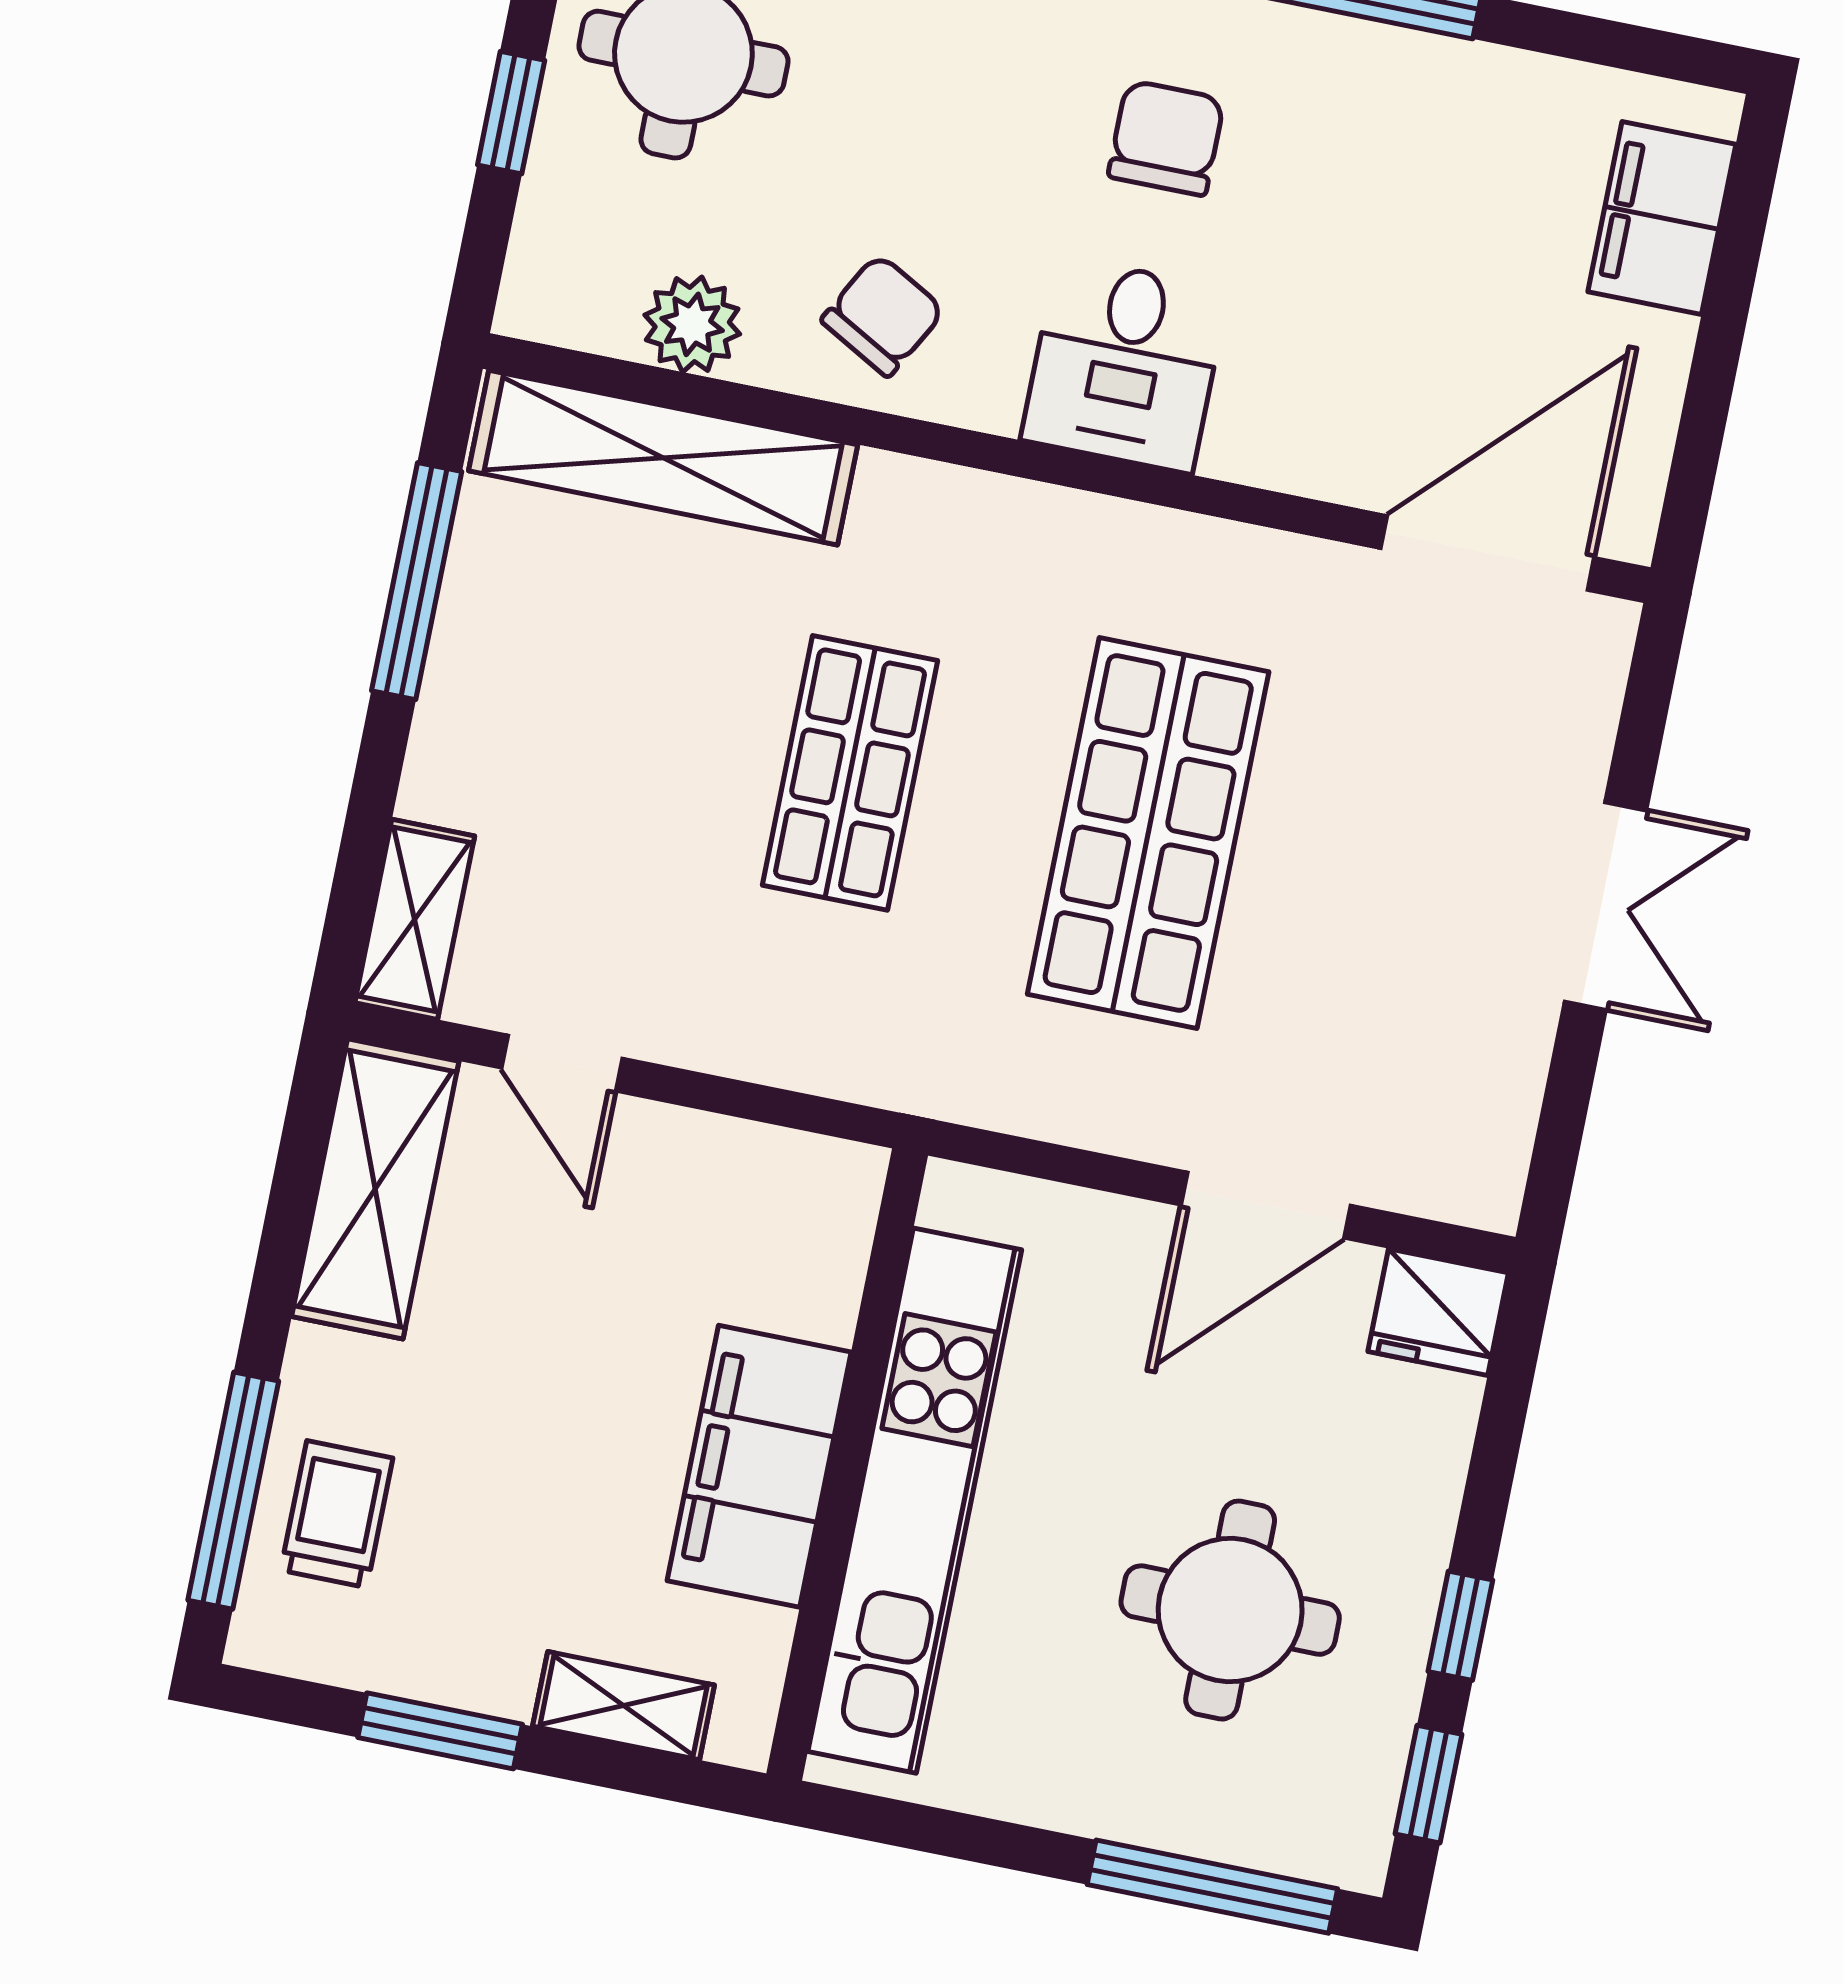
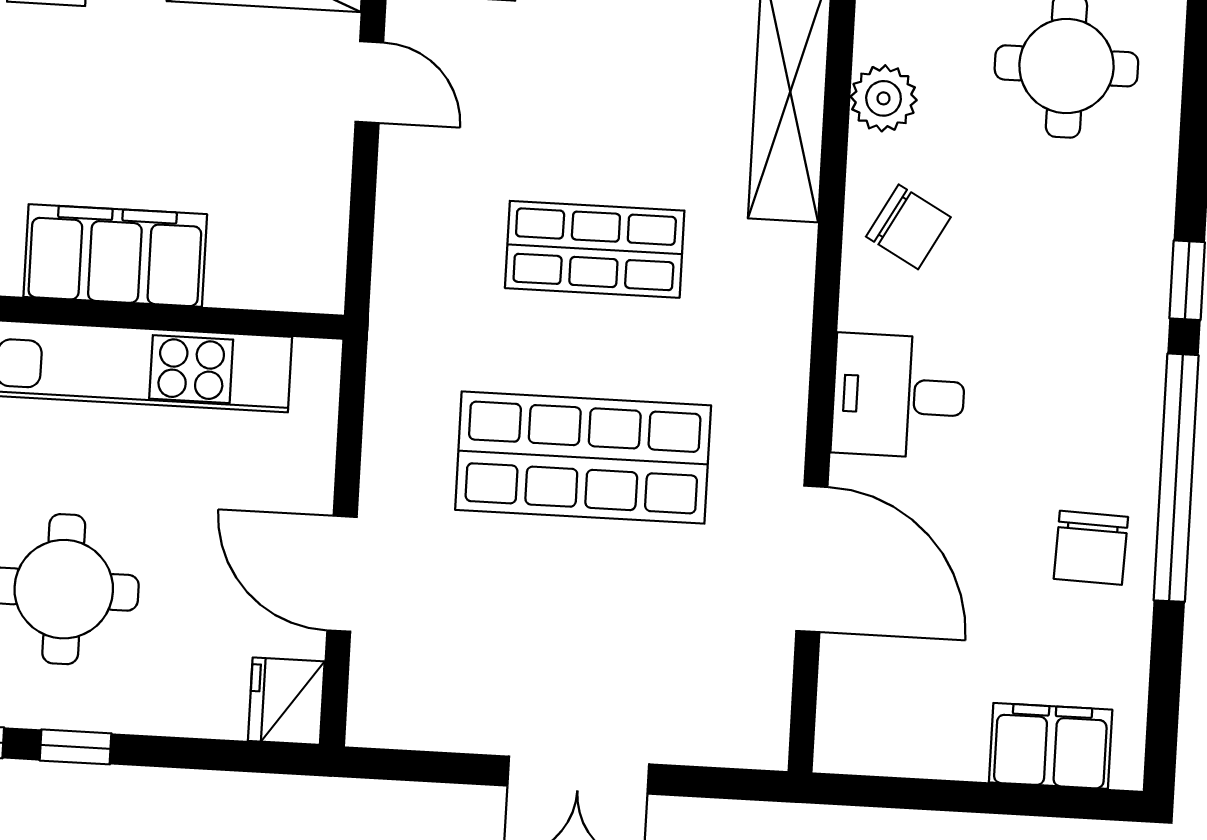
chair: (1166, 138) -> (1091, 548), moved, turned 92
door: (1487, 553) -> (812, 559), moved
door: (562, 1063) -> (369, 82), swing flipped

